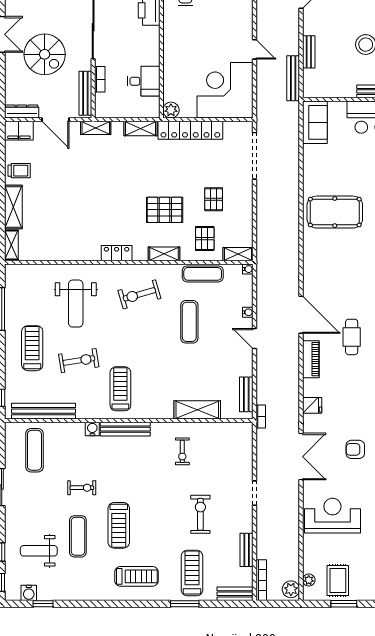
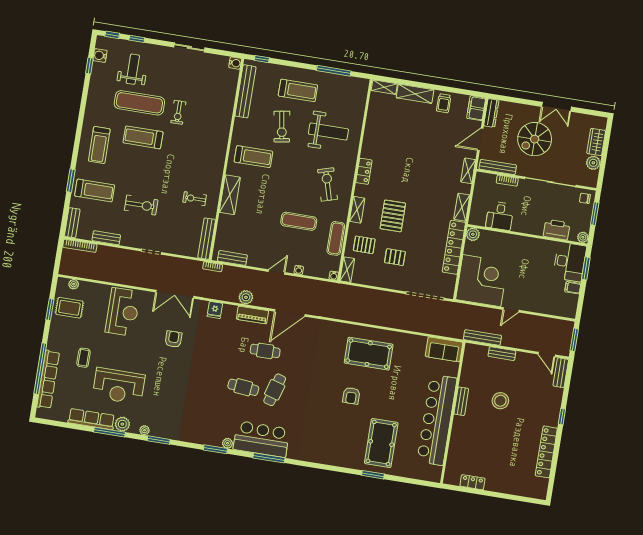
pool table: (335, 212) -> (369, 354), turned 90
weight bench: (76, 304) -> (328, 132), turned 180
shelving: (197, 410) -> (230, 195), moved
water cooler: (92, 429) -> (235, 63), moved
bench: (125, 429) -> (207, 239), moved
exercise mat: (34, 450) -> (215, 79), removed
exercise mat: (78, 536) -> (139, 103), width x1.36, depth x1.45
plant: (291, 589) -> (246, 297), moved

